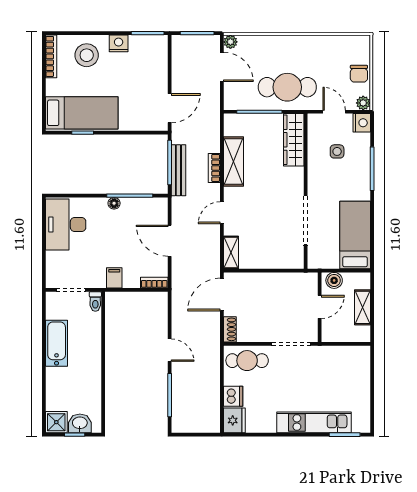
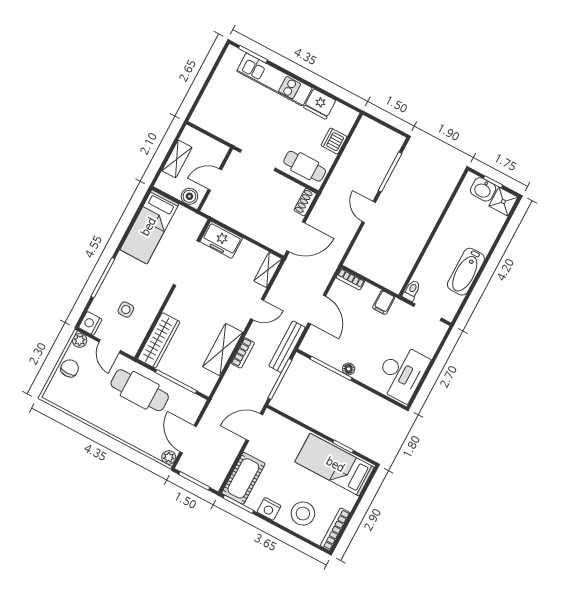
cot: (155, 58) -> (243, 478), added
bench: (178, 170) -> (287, 347), moved
freezer: (286, 257) -> (221, 240), added
fridge: (234, 420) -> (320, 104), moved, turned -90

